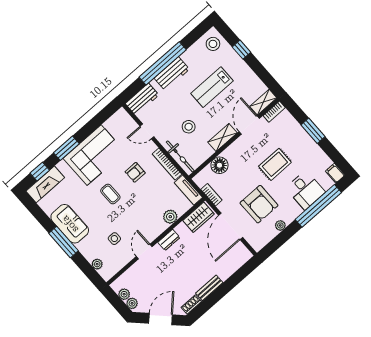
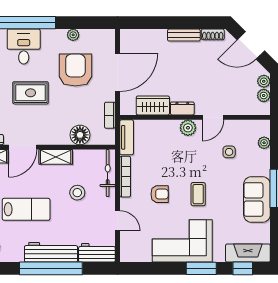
workbench: (172, 74) -> (51, 252), width x1.37
plant: (170, 217) -> (188, 128), moved
wardrobe: (198, 217) -> (153, 105), moved

